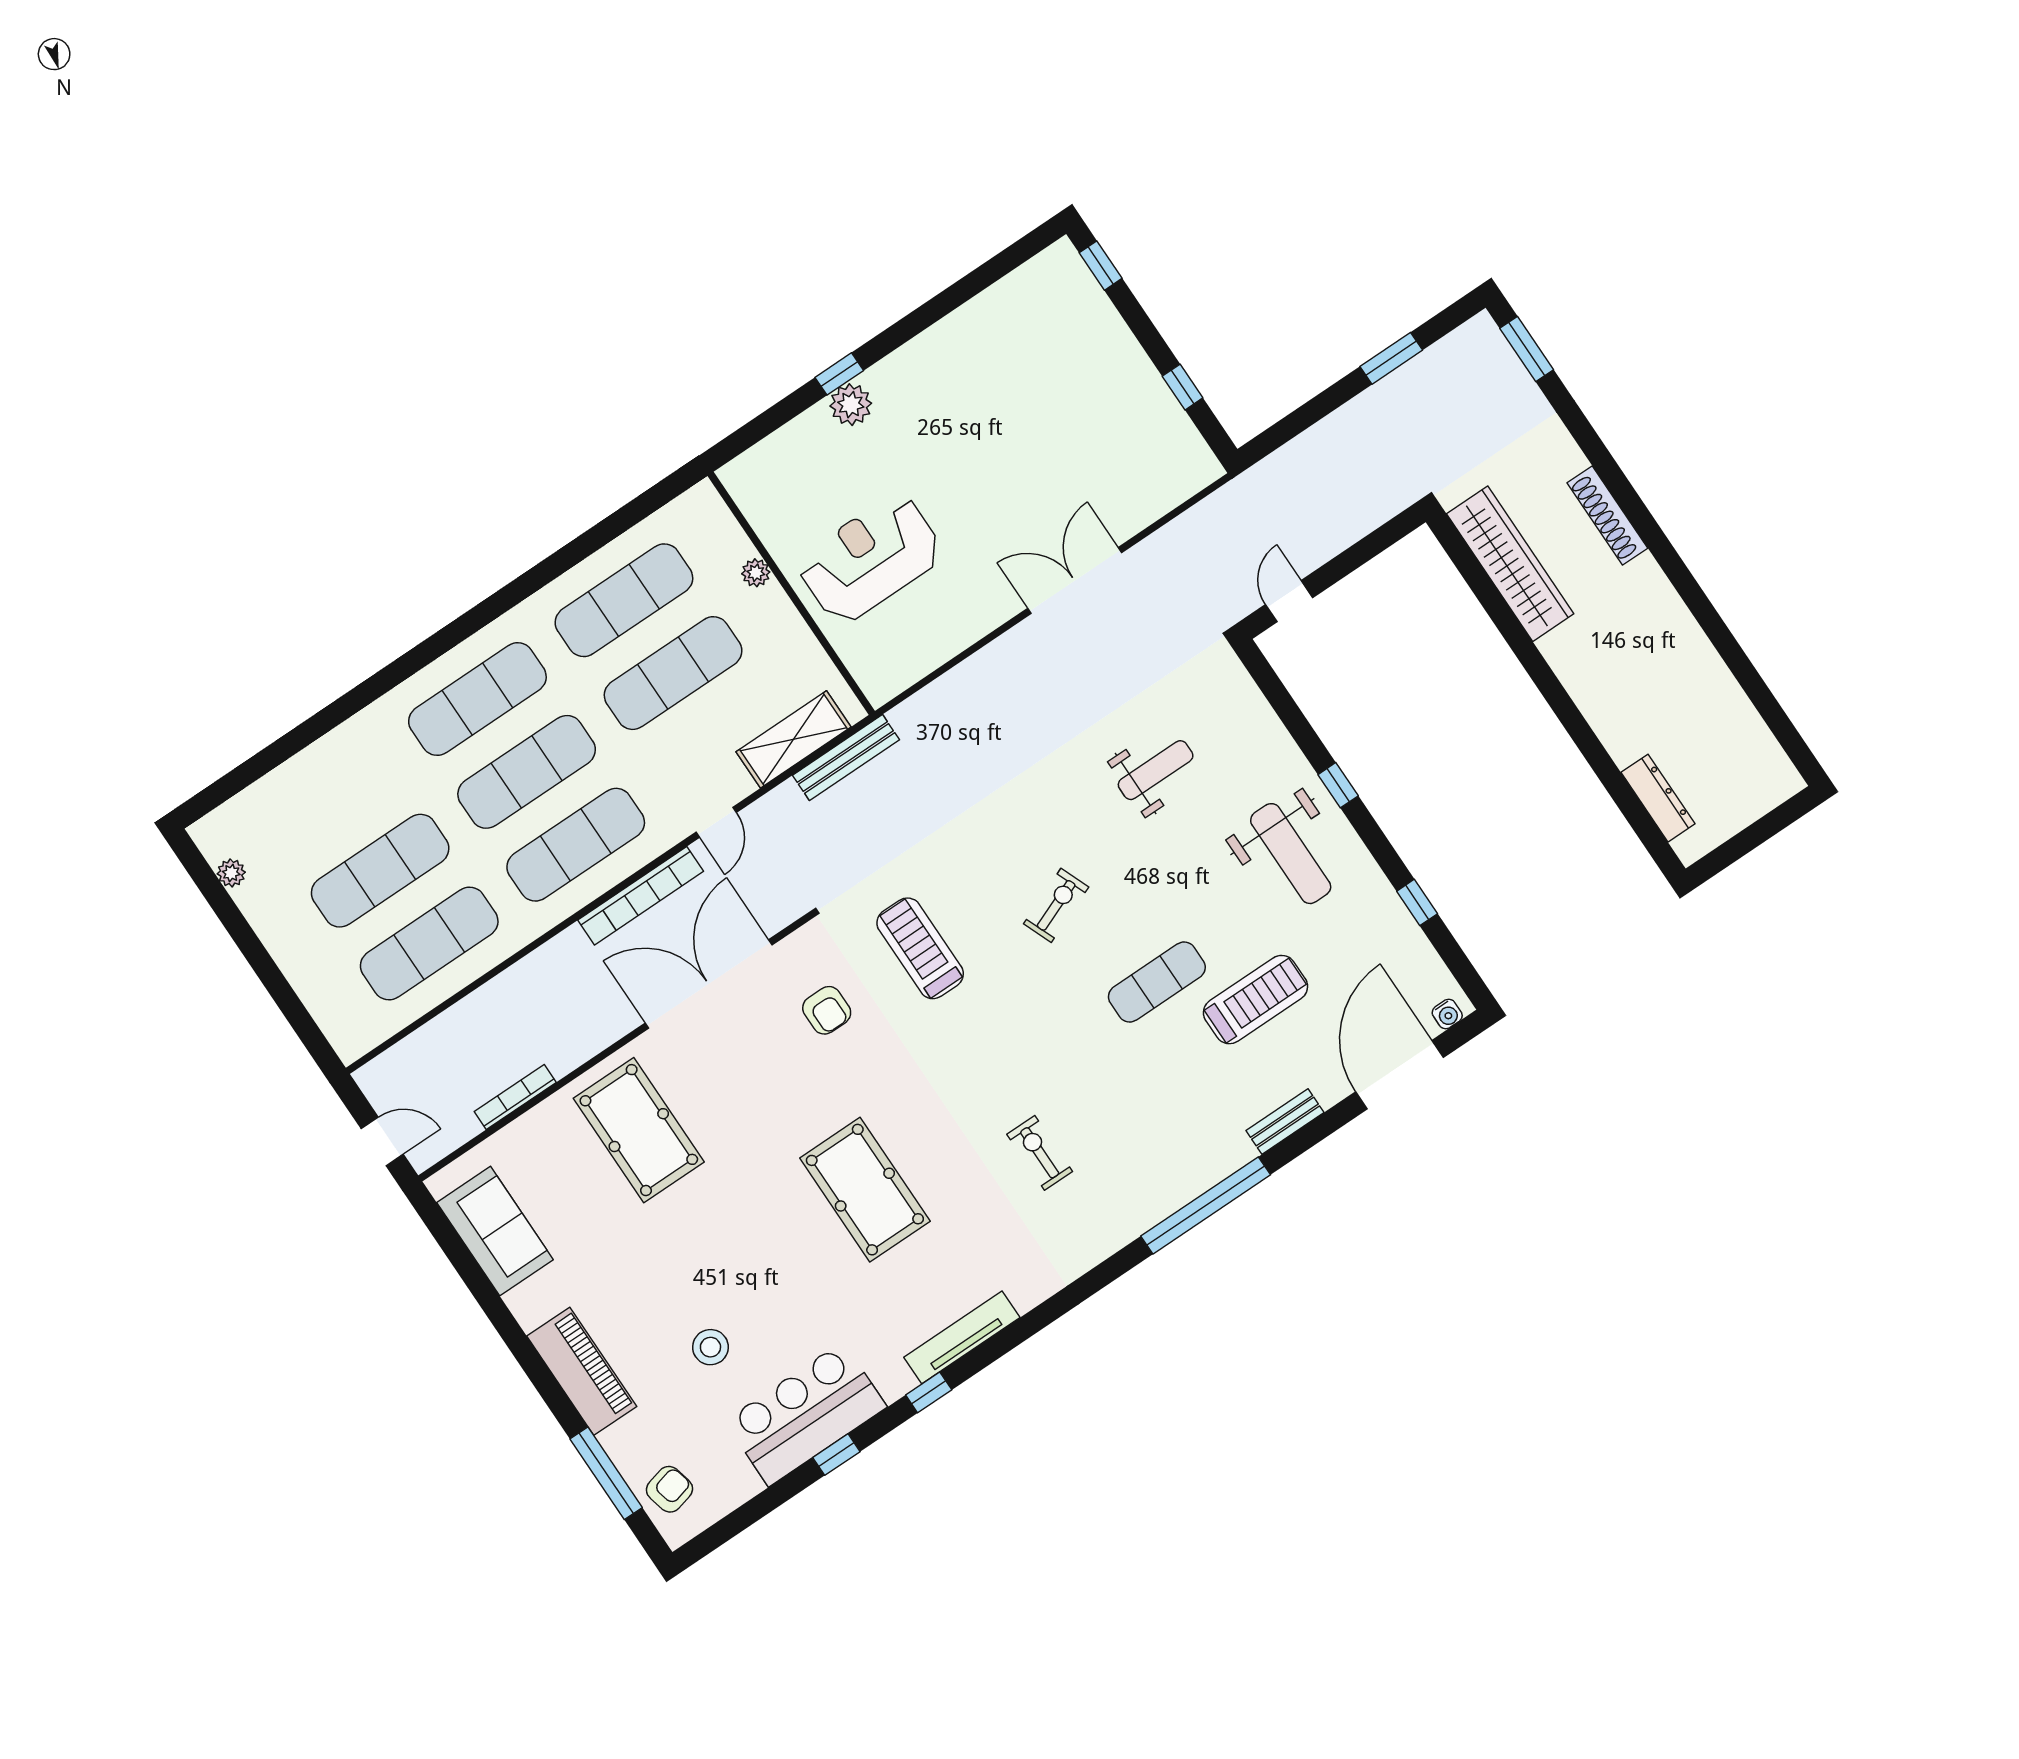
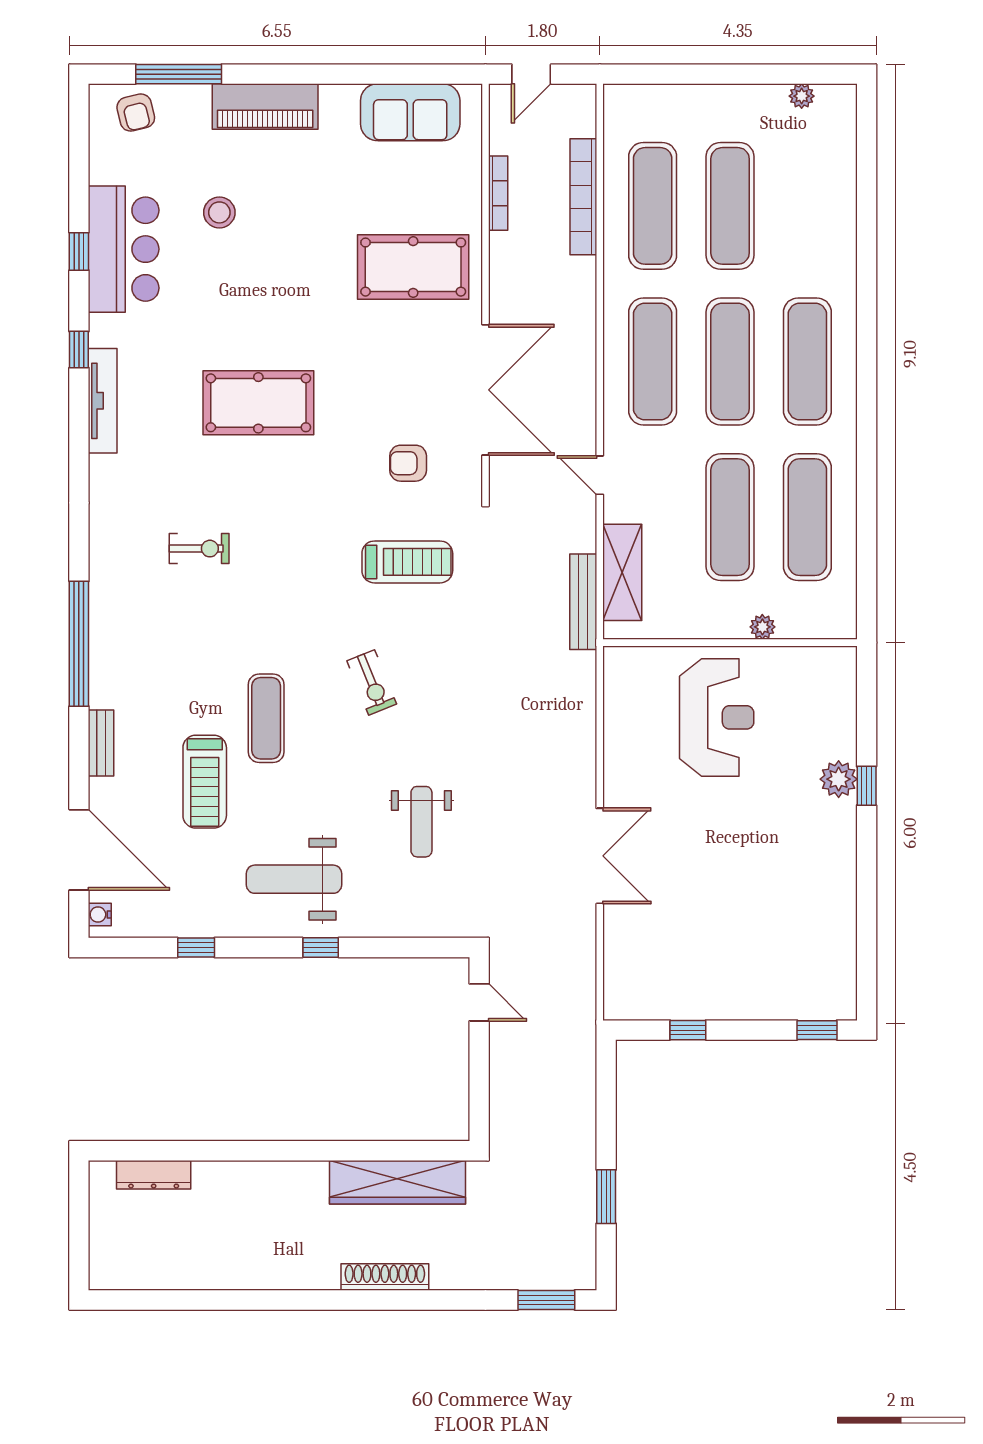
bookcase: (641, 896) -> (583, 197), moved

